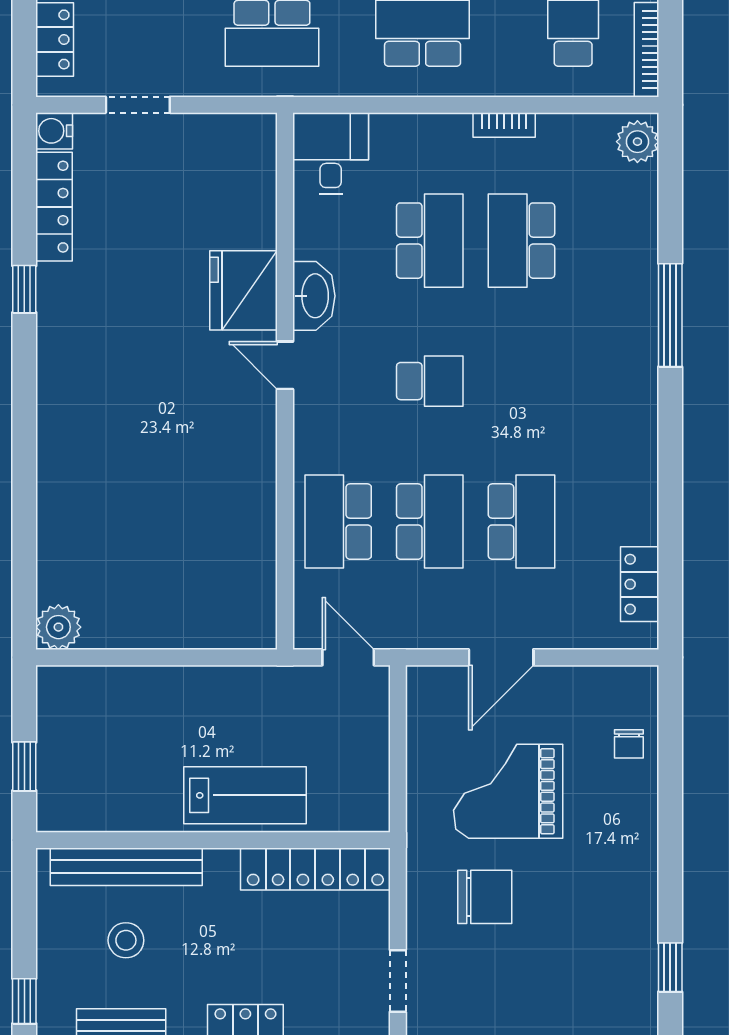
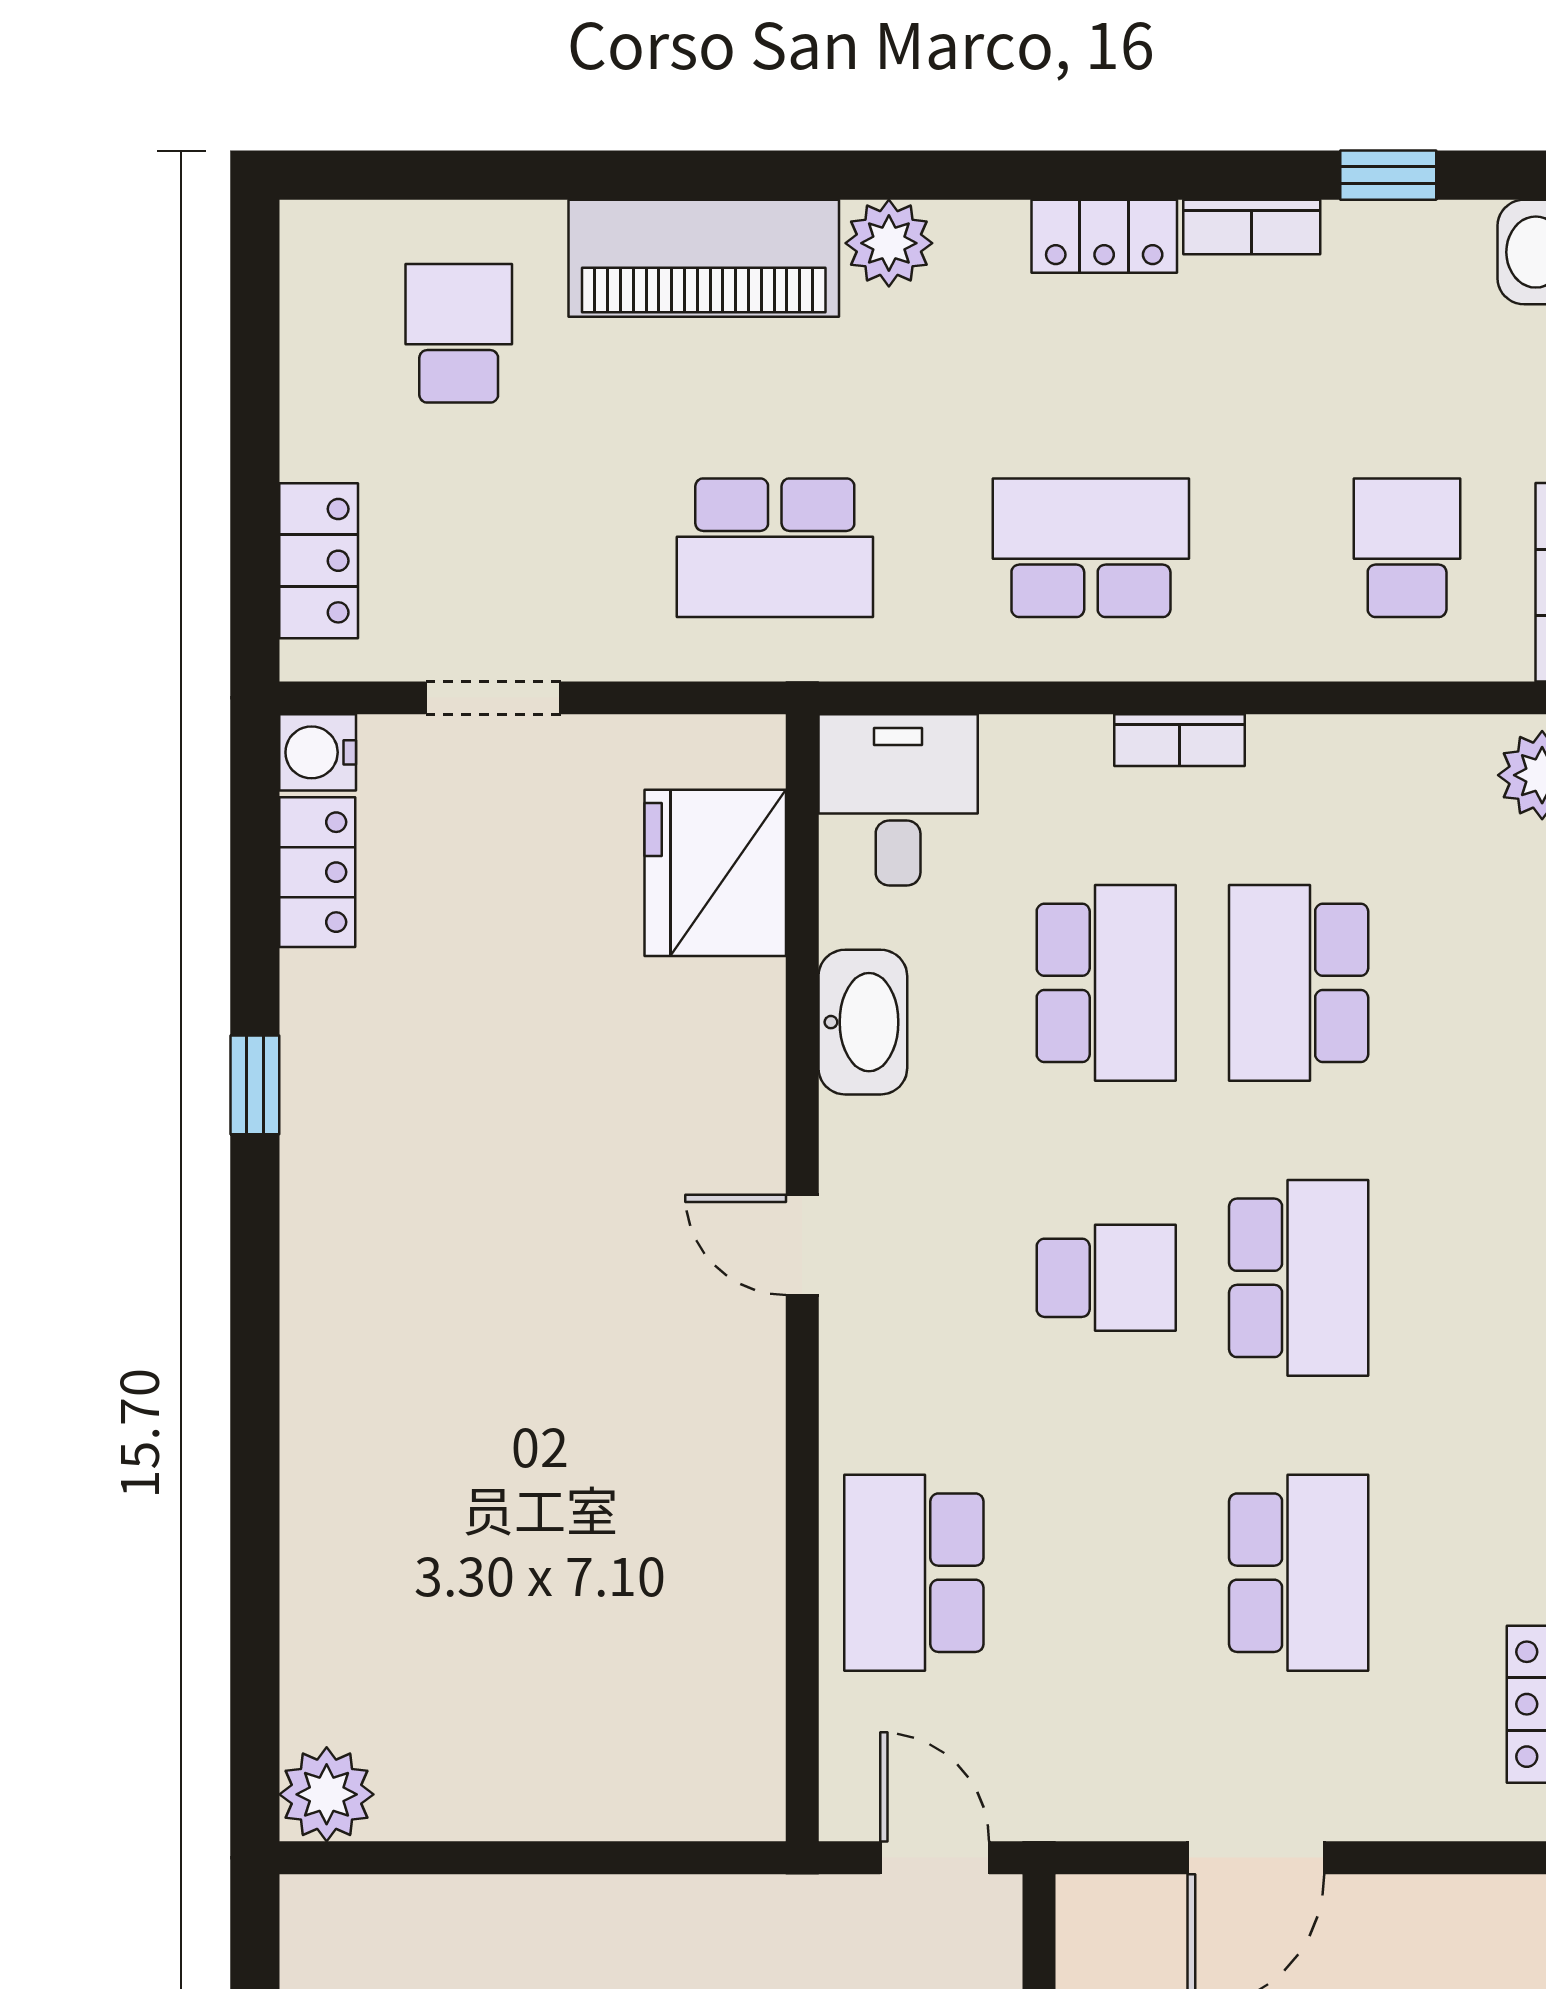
bookcase: (504, 125) -> (1180, 740), moved
locker: (54, 207) -> (317, 872), width x0.66
fridge: (244, 290) -> (715, 873), moved
washbasin: (314, 296) -> (863, 1022), moved
school desk: (430, 522) -> (1299, 1278), moved

